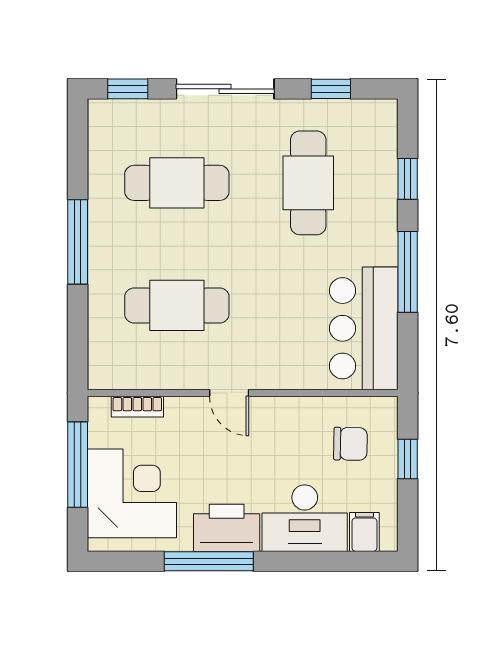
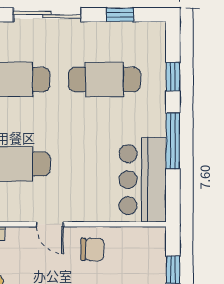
cafe table: (308, 183) -> (104, 79), turned 90
chair: (350, 444) -> (92, 249), moved

